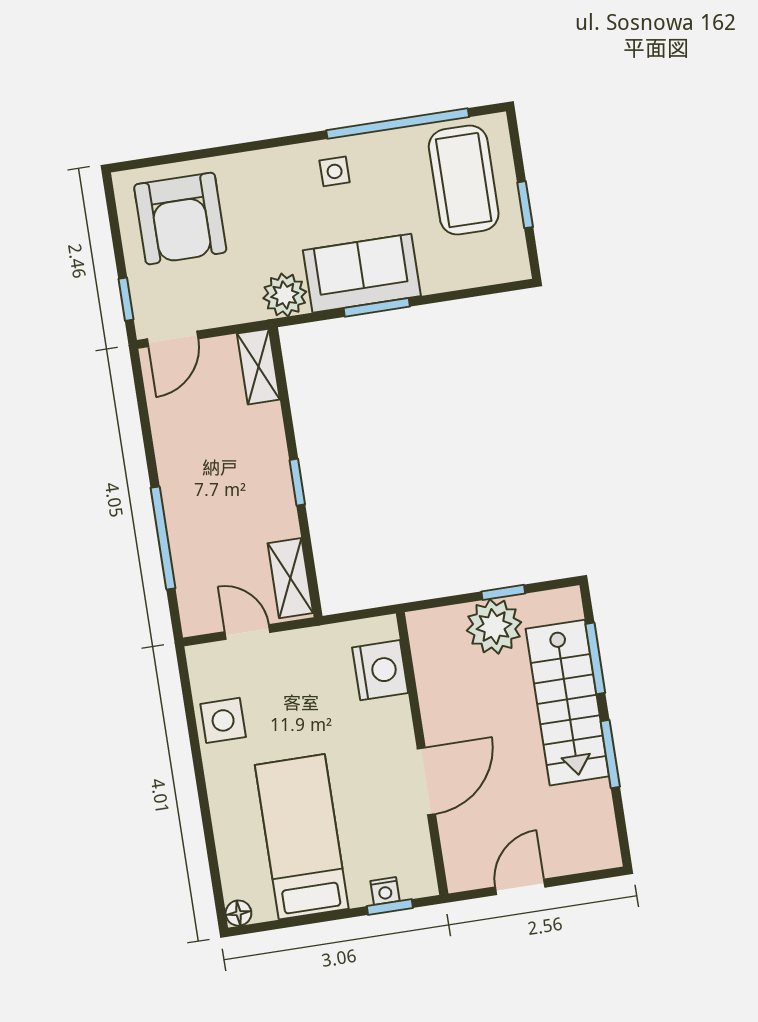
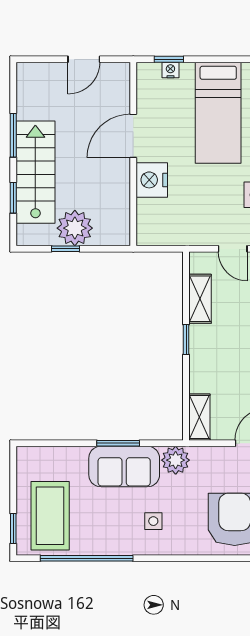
side table: (335, 171) -> (153, 521), moved
window: (525, 205) -> (13, 529), moved
shelving: (290, 578) -> (200, 299), moved
window: (595, 658) -> (13, 198), width x0.67
nightstand: (380, 670) -> (152, 180), moved

